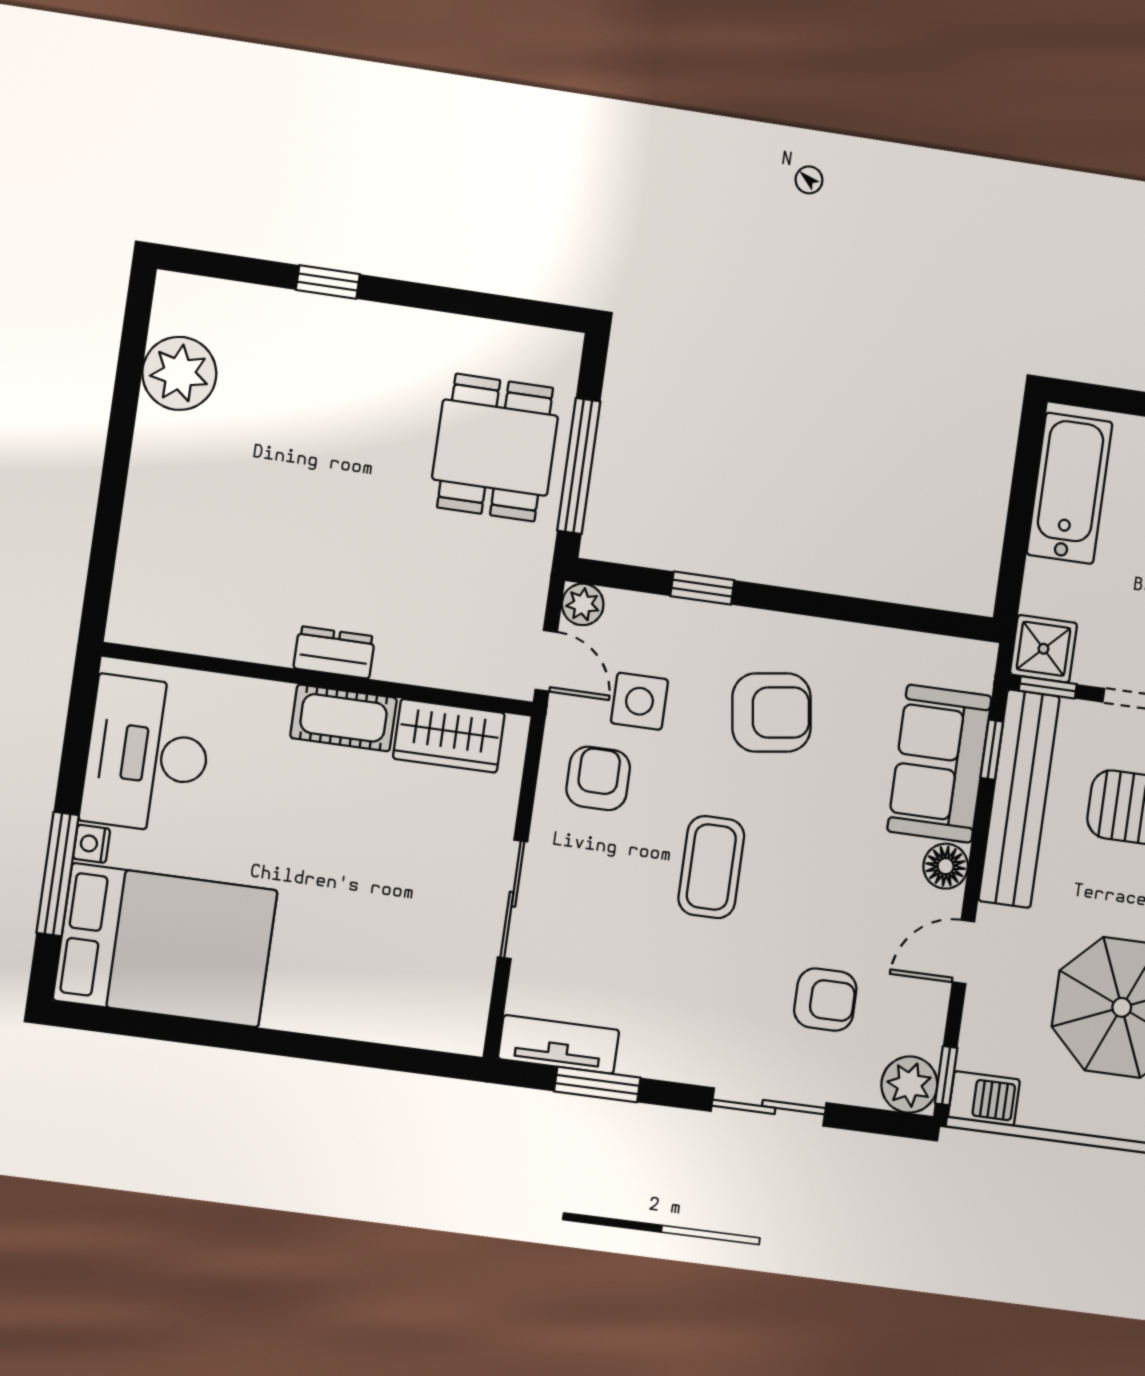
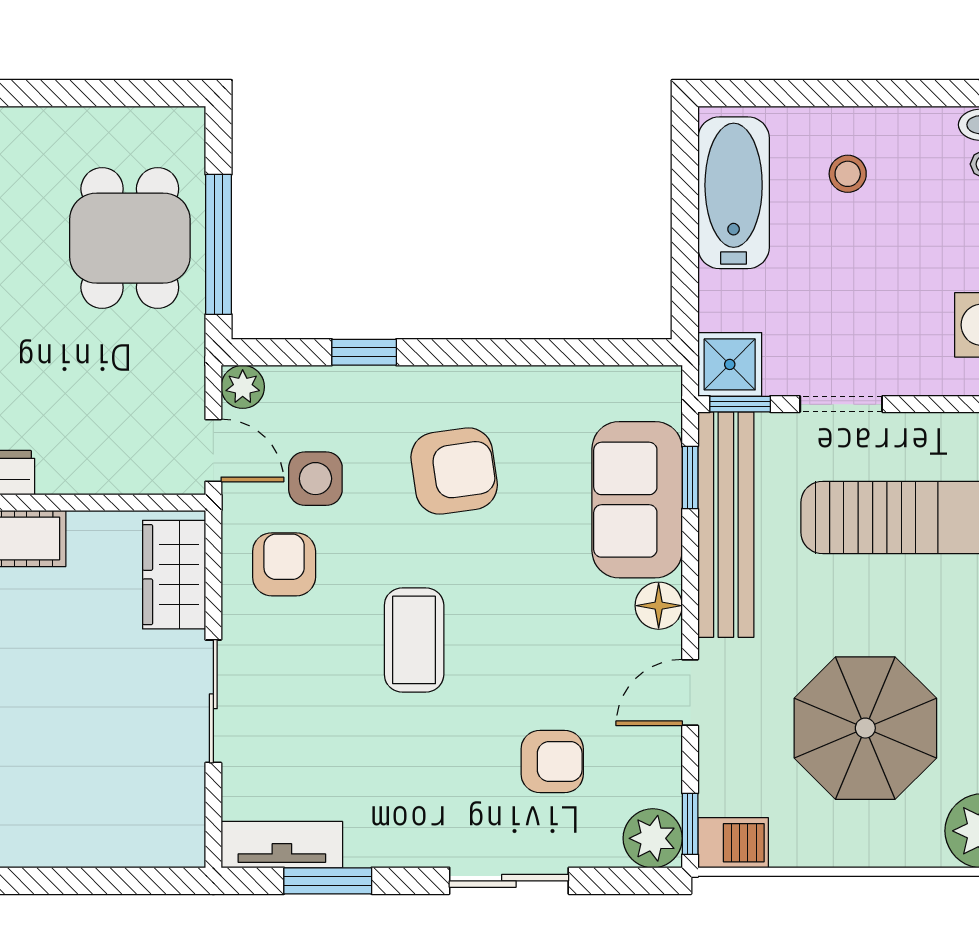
wardrobe: (449, 736) -> (174, 575), moved, turned 90

